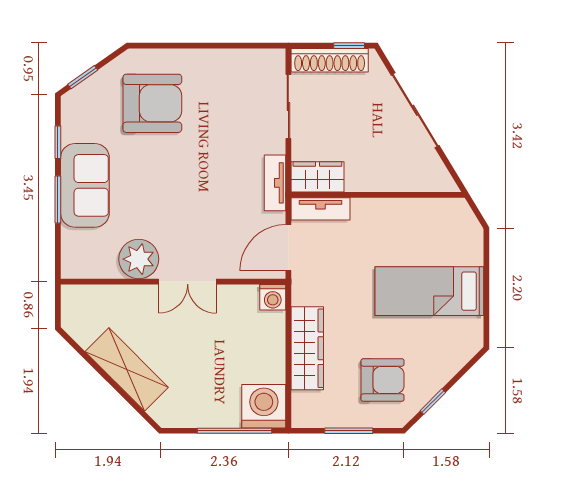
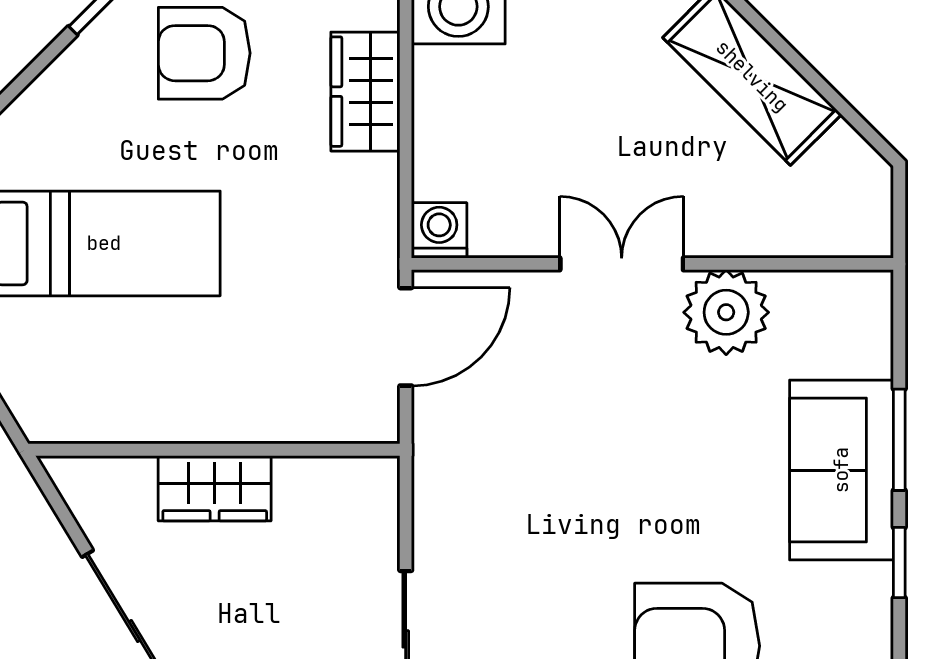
wardrobe: (317, 177) -> (215, 488), moved
tv unit: (275, 183) -> (434, 475), removed
tv unit: (321, 209) -> (337, 420), removed
wardrobe: (307, 348) -> (365, 92), width x0.67

